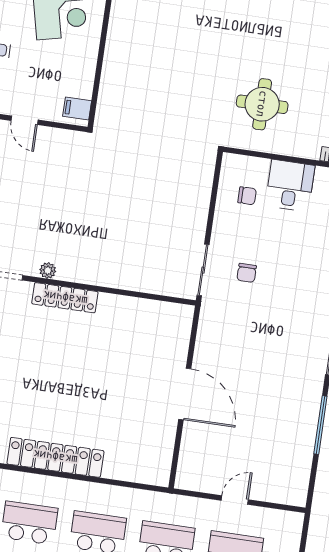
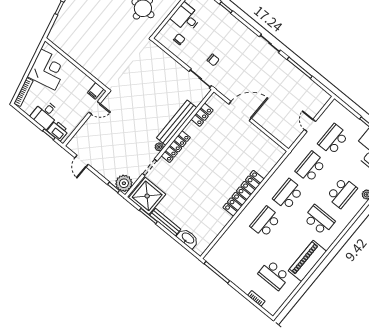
door: (25, 120) -> (94, 108), moved
bench: (105, 275) -> (177, 123), added
locker: (144, 310) -> (202, 115), added
door: (185, 394) -> (240, 111), moved

